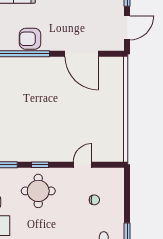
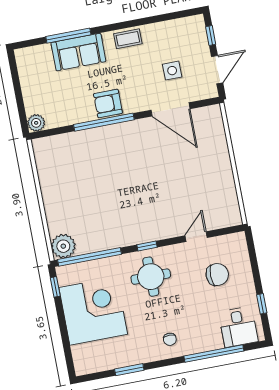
side table: (89, 21) -> (172, 71), added
chair: (94, 200) -> (217, 275), width x1.87, depth x1.87

